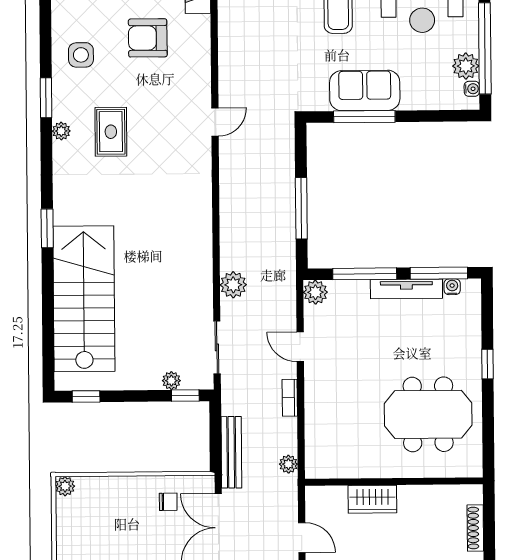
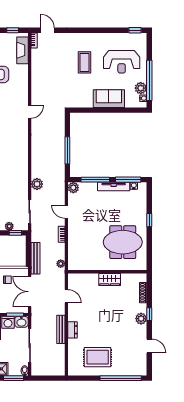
sofa: (365, 91) -> (109, 99), moved
window: (364, 117) -> (96, 110), removed
wardrobe: (372, 499) -> (110, 279), moved

